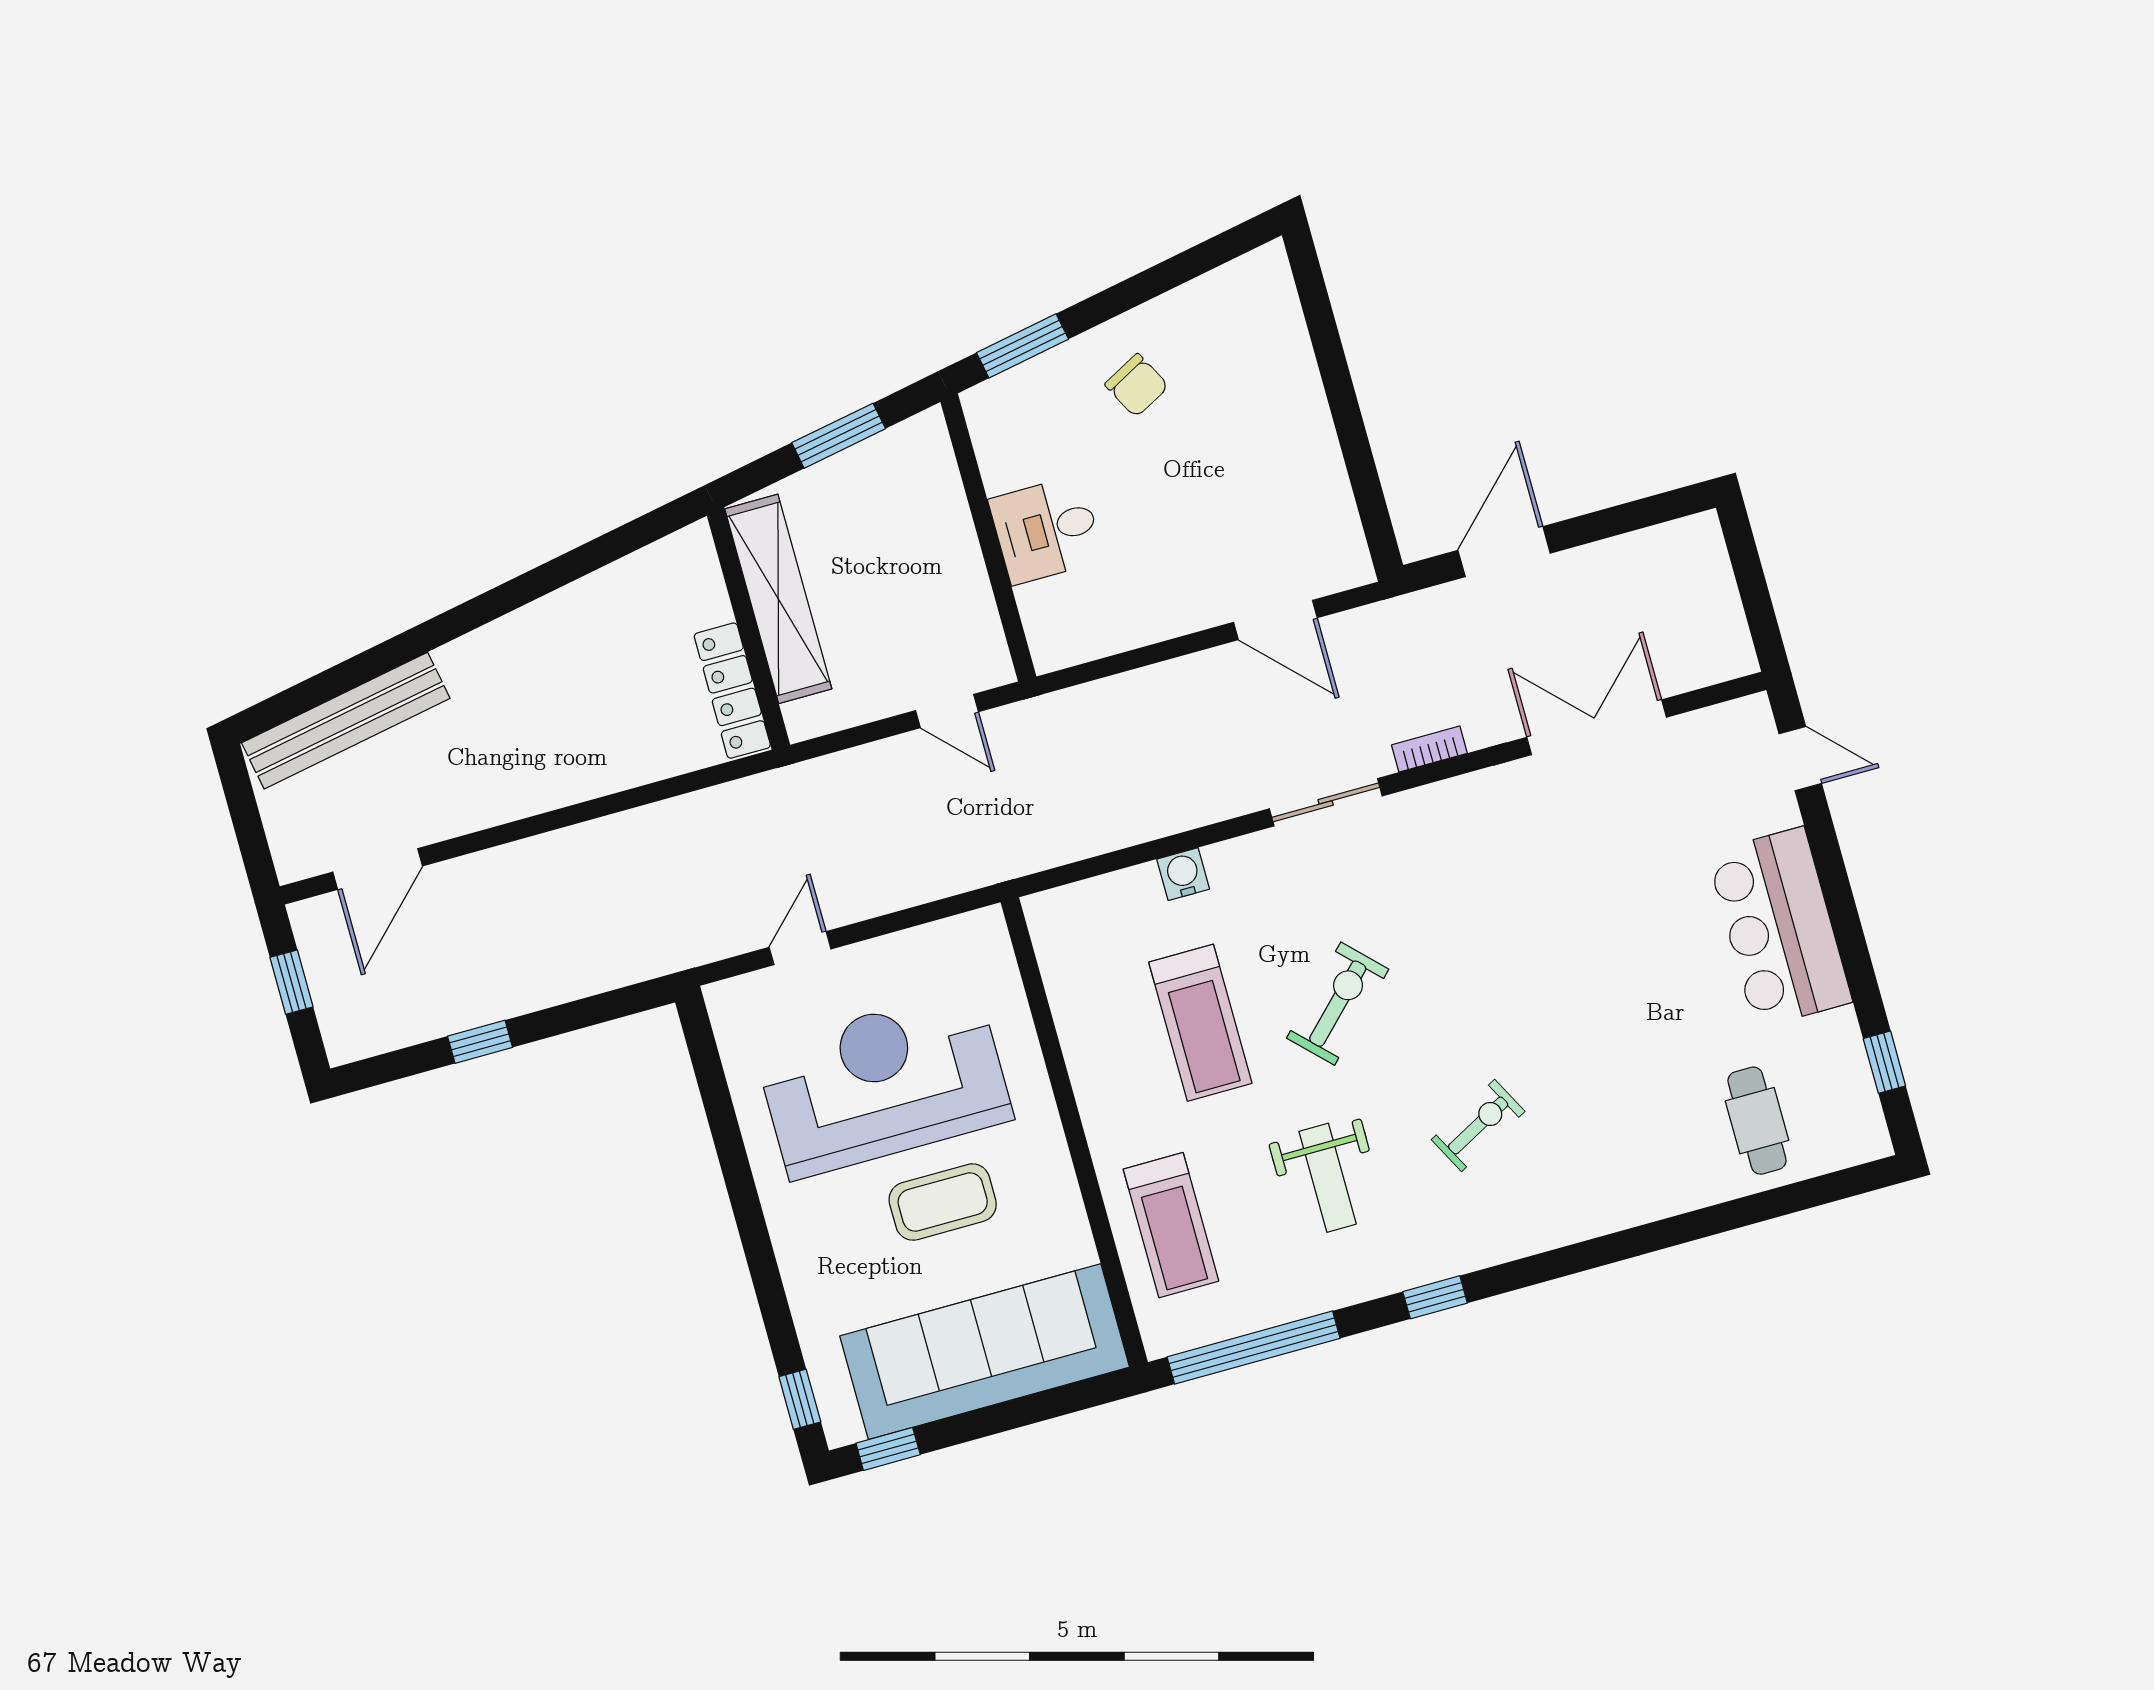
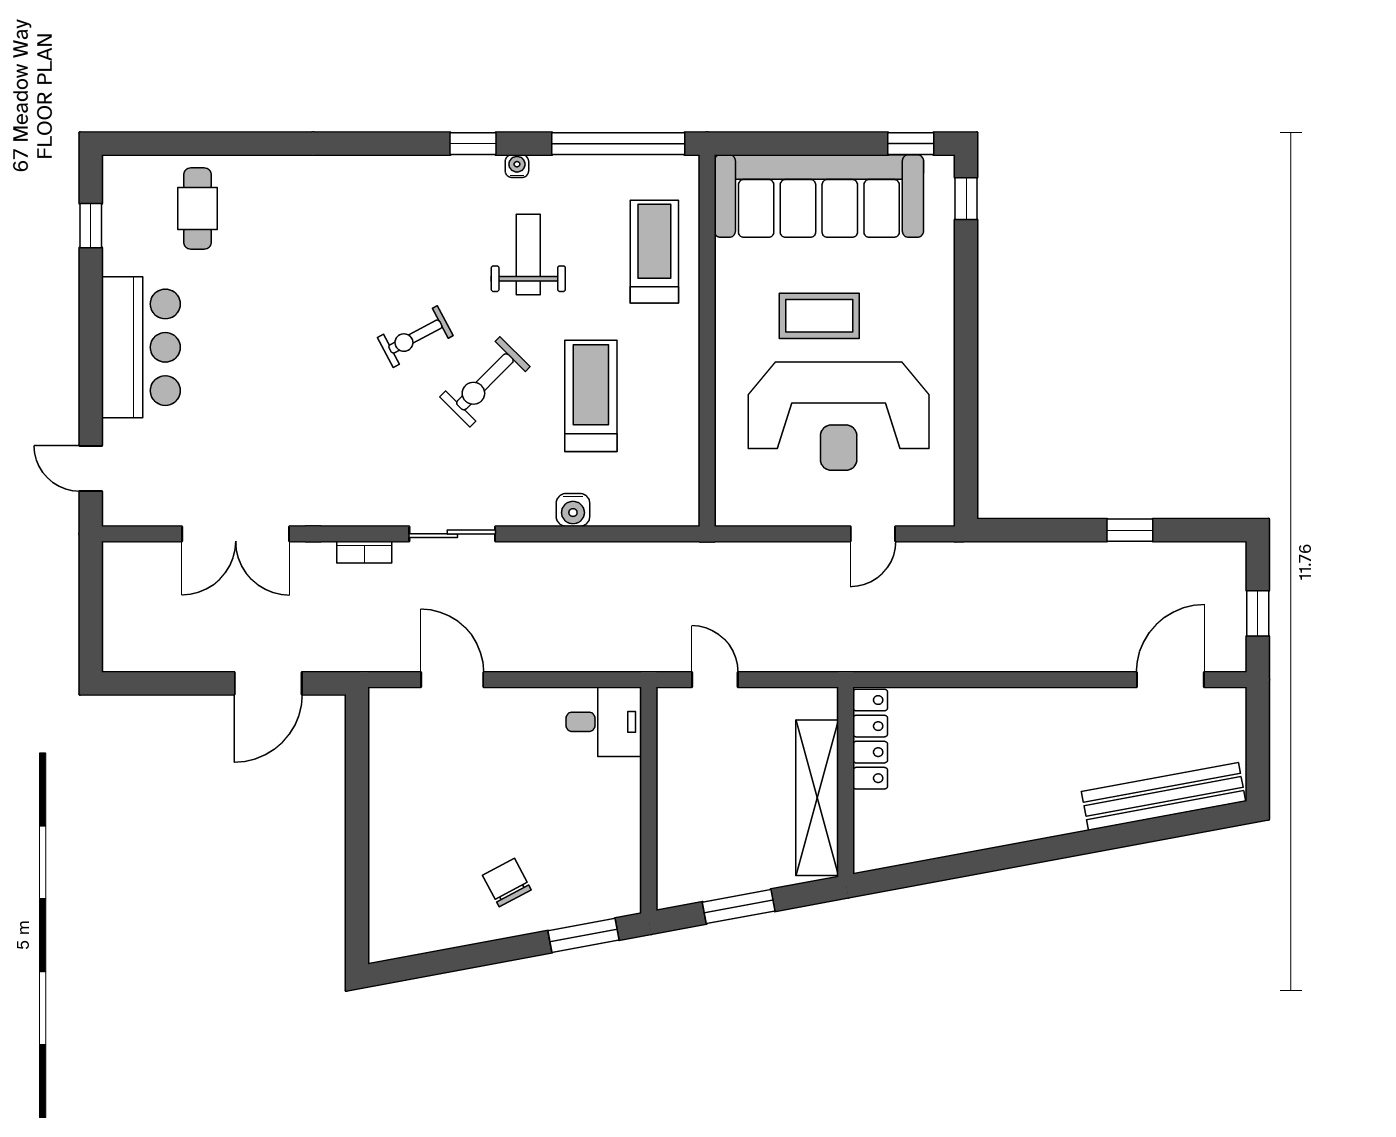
desk: (1046, 530) -> (604, 722), moved
exercise bike: (1478, 1125) -> (415, 337), moved
water cooler: (1372, 1284) -> (517, 166), added

